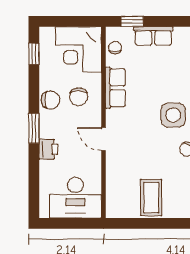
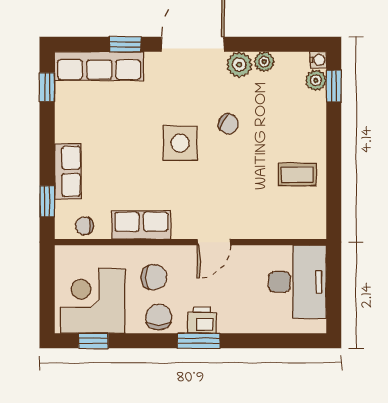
corner desk: (78, 50) -> (93, 301), moved, turned 180
printer: (48, 149) -> (202, 320), moved
coffee table: (151, 198) -> (297, 174), width x0.73, depth x0.77

